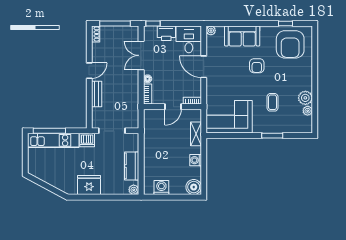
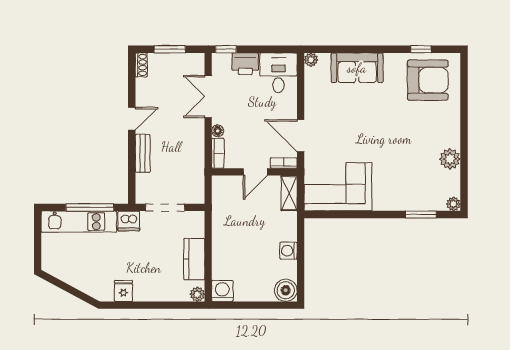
window: (115, 23) -> (170, 49), width x0.69
armchair: (290, 44) -> (428, 80), turned -90
armchair: (257, 66) -> (379, 112), removed
door: (204, 67) -> (301, 136), moved
coffee table: (273, 102) -> (402, 165), removed
plant: (308, 111) -> (453, 204), moved
window: (49, 131) -> (90, 207), moved
shelving: (196, 134) -> (289, 193), moved
window: (272, 136) -> (421, 215), moved
fridge: (89, 185) -> (123, 291), width x0.53, depth x0.75
washing machine: (161, 188) -> (222, 291), moved

